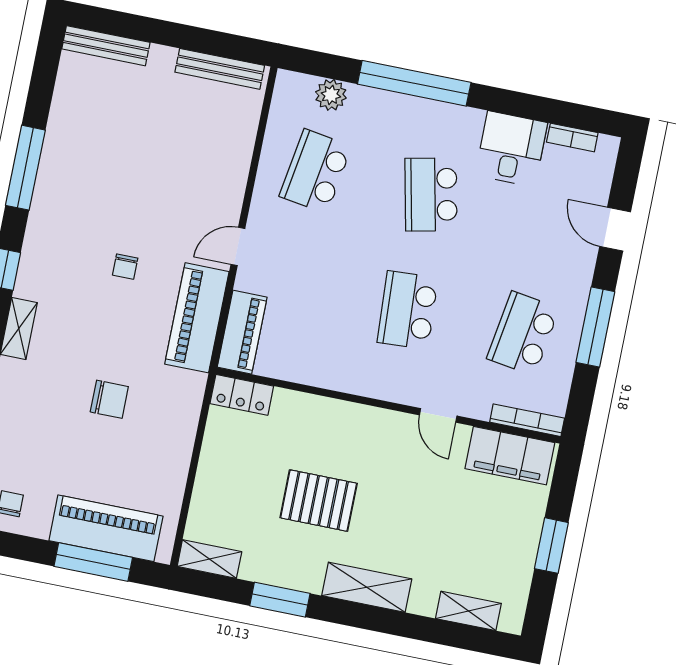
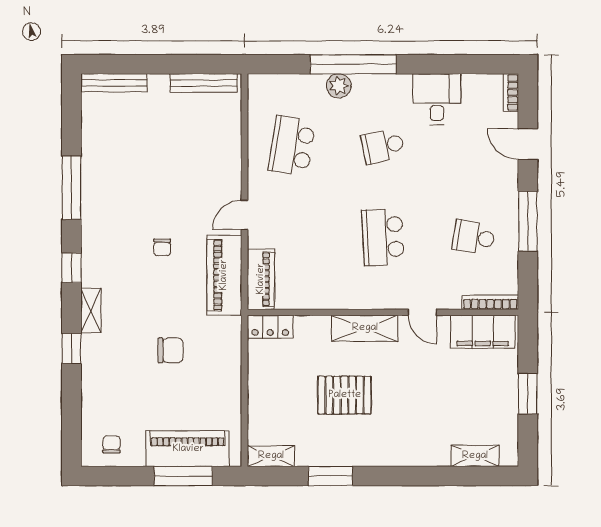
plant: (331, 95) -> (339, 86), moved
bookcase: (572, 137) -> (511, 92), moved, turned 90
school desk: (431, 194) -> (383, 146), width x0.54
school desk: (523, 333) -> (474, 237), width x0.54
shelving: (367, 587) -> (365, 328), moved

